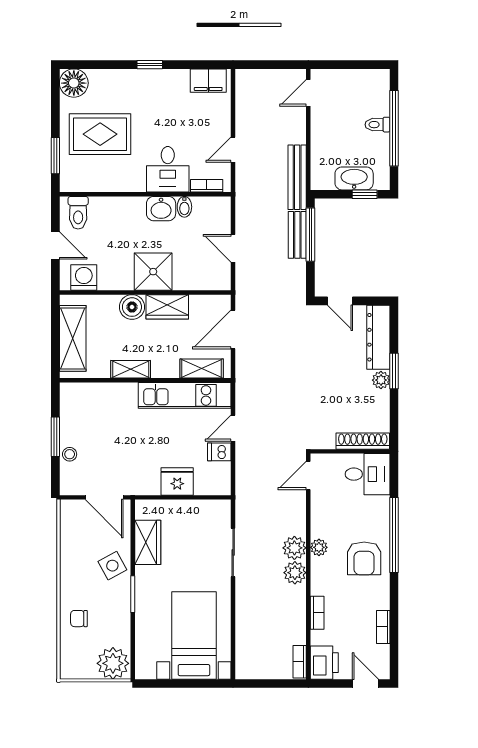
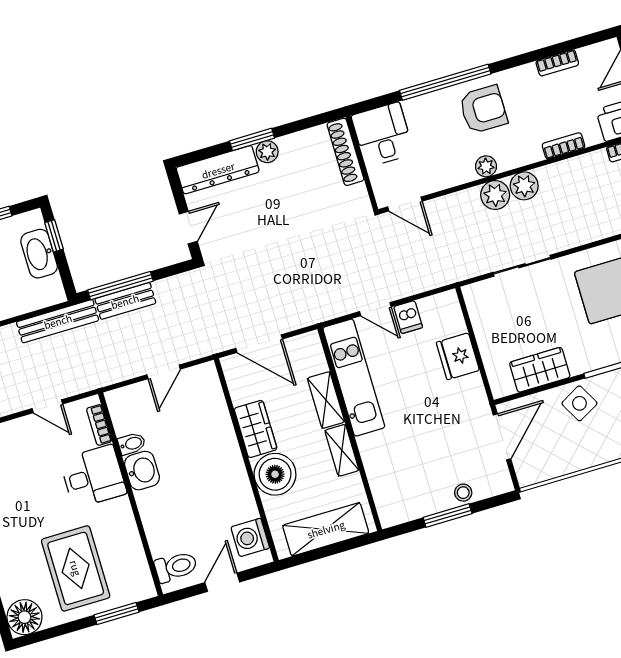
shower: (153, 272) -> (219, 458), removed
boiler: (132, 307) -> (275, 474), width x1.37, depth x1.37
shelving: (202, 368) -> (326, 400), moved

